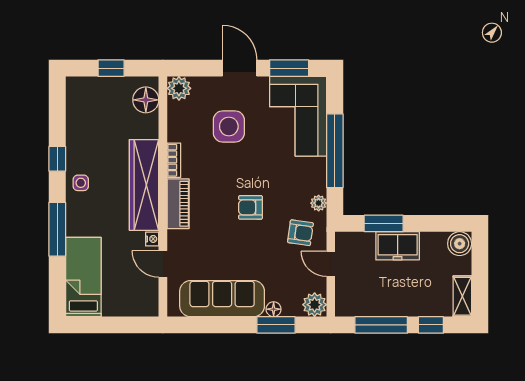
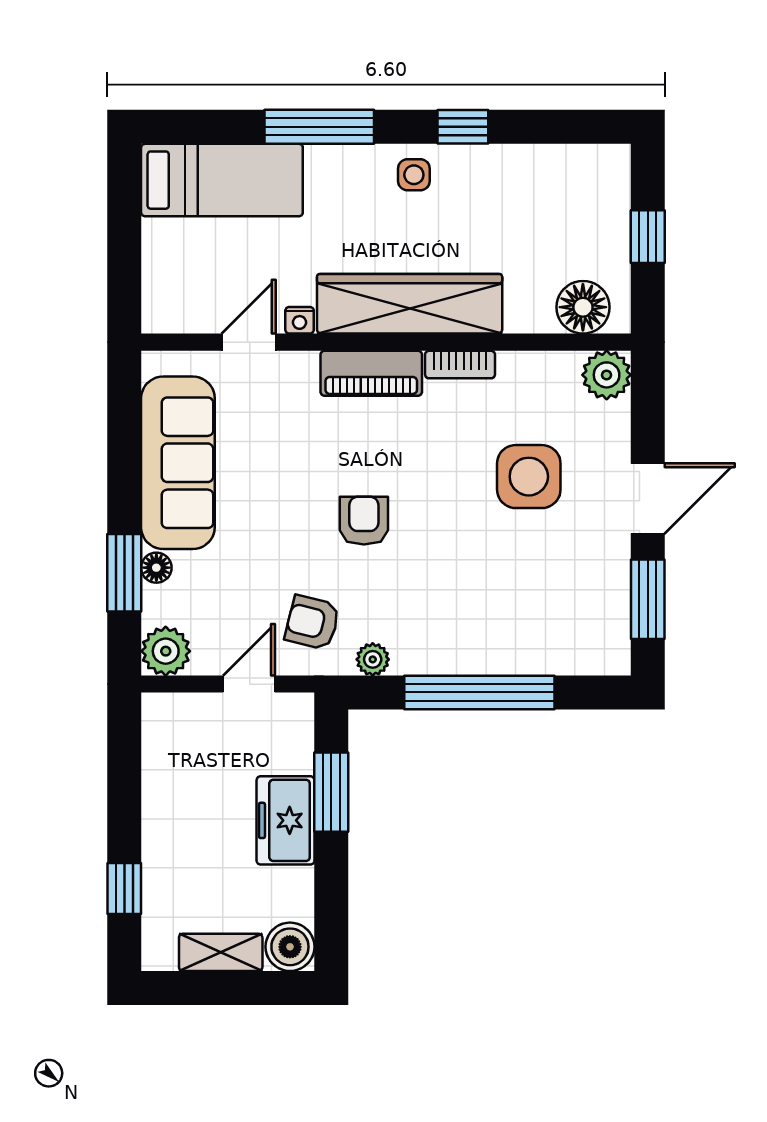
corner sofa: (298, 116) -> (550, 618), removed
armchair: (300, 233) -> (312, 622), turned 96
shelving: (462, 296) -> (221, 952), moved
window: (381, 325) -> (124, 787), removed

